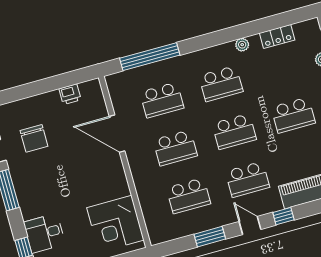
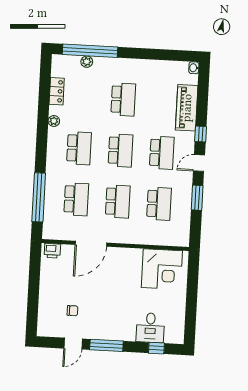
printer: (70, 94) -> (52, 251), moved, turned 90
chair: (34, 138) -> (73, 311), width x0.54, depth x0.54

